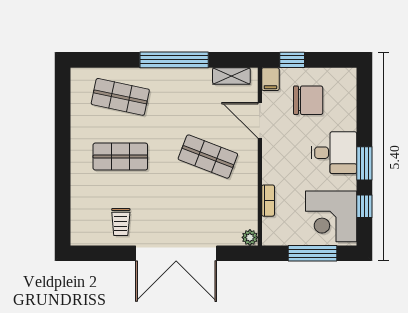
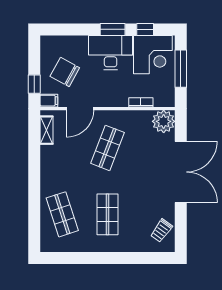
window: (174, 60) -> (34, 174), removed
shop shelf: (120, 97) -> (62, 214), turned -30
chair: (308, 100) -> (65, 72), turned -61
desk: (334, 153) -> (111, 52), width x1.37
trolley: (121, 222) -> (161, 230), moved, turned 126
plant: (250, 237) -> (164, 121), width x1.87, depth x1.87

